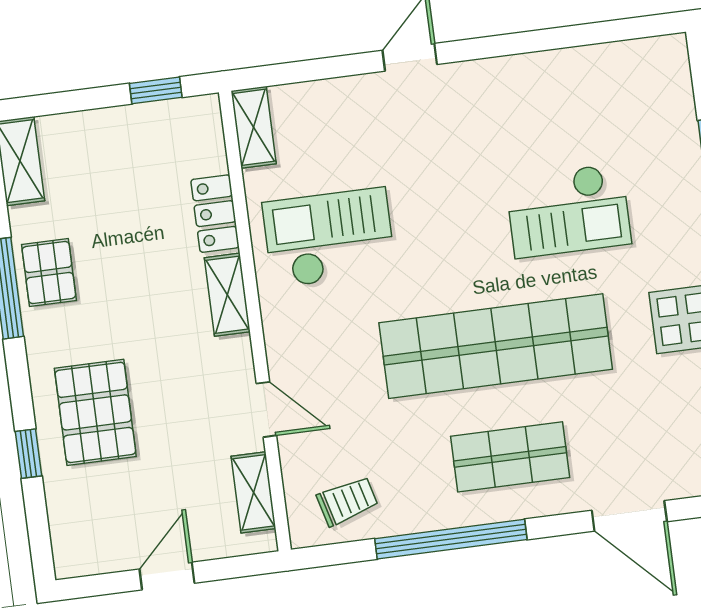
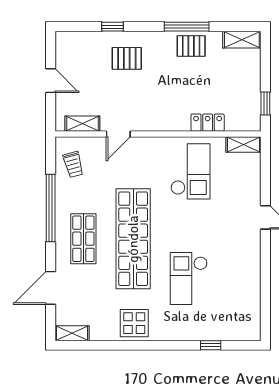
shelving: (227, 295) -> (171, 123), removed
pallet: (95, 412) -> (127, 58), width x0.67, depth x0.71

